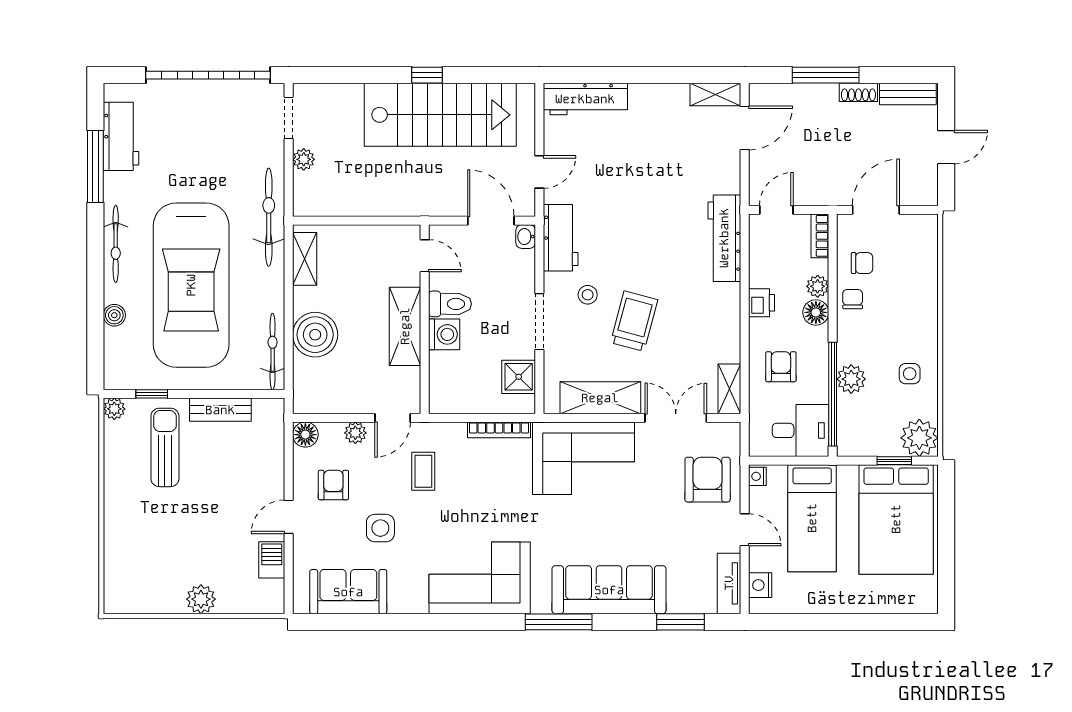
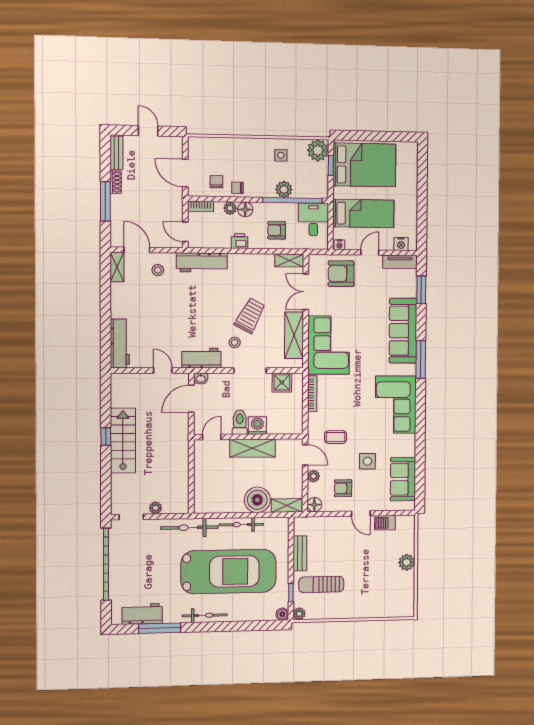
stairs: (440, 115) -> (123, 440), width x0.73, depth x0.66
stool: (711, 163) -> (158, 270), added
shelving: (305, 259) -> (287, 505), moved
boiler: (114, 315) -> (282, 614), moved
trolley: (634, 321) -> (250, 316), turned 103
bicycle: (273, 352) -> (241, 525), moved

